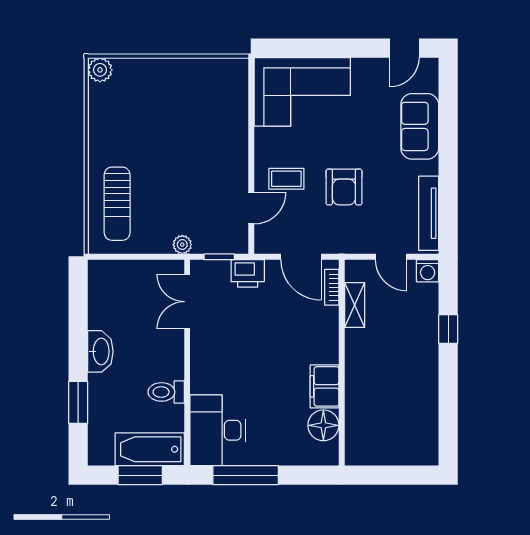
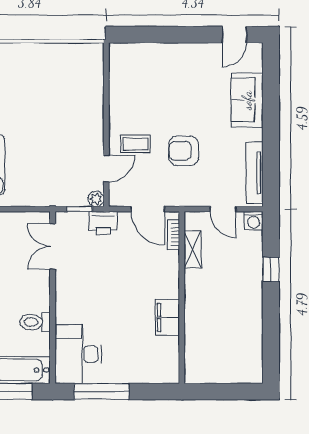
corner sofa: (302, 92) -> (149, 71), removed
armchair: (344, 187) -> (184, 151), turned 90
plant: (182, 245) -> (96, 199), moved
floor lamp: (323, 425) -> (166, 350), removed

